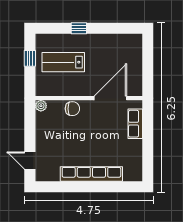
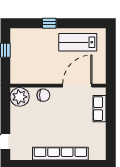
lab bench: (63, 62) -> (78, 42), moved
plant: (41, 106) -> (20, 97), width x1.88, depth x1.88

